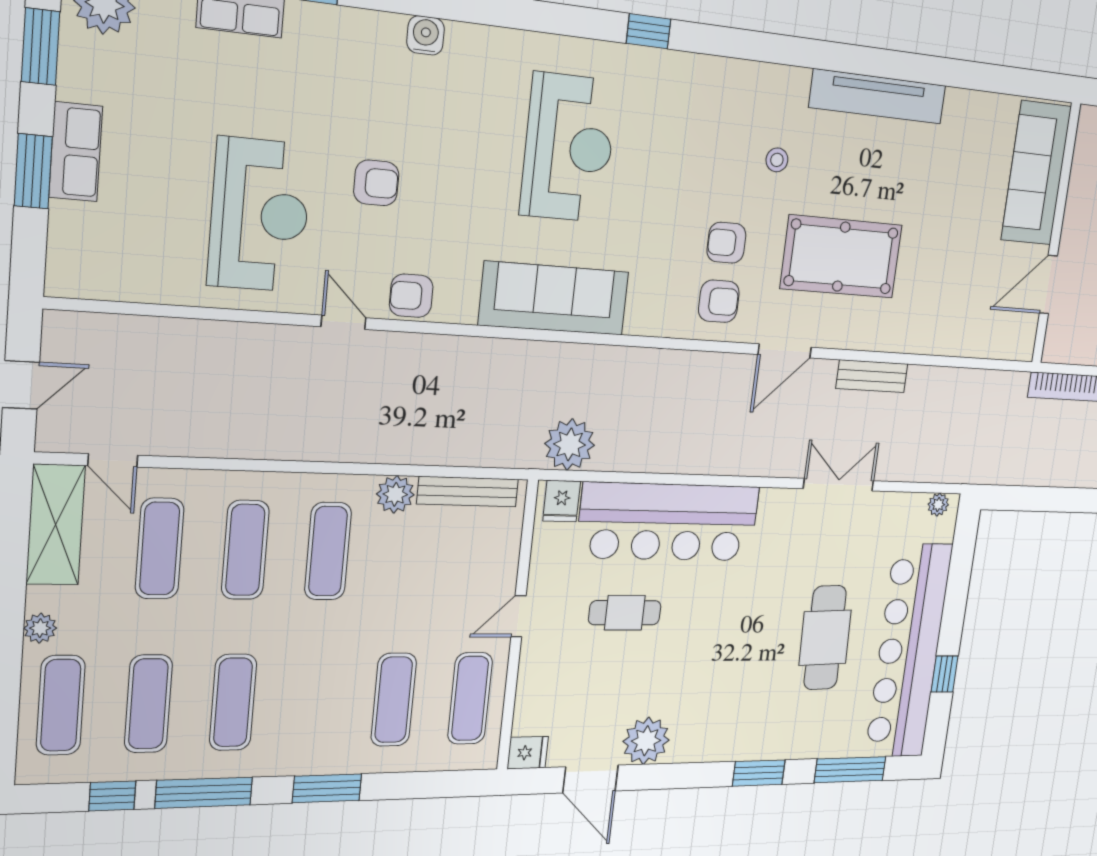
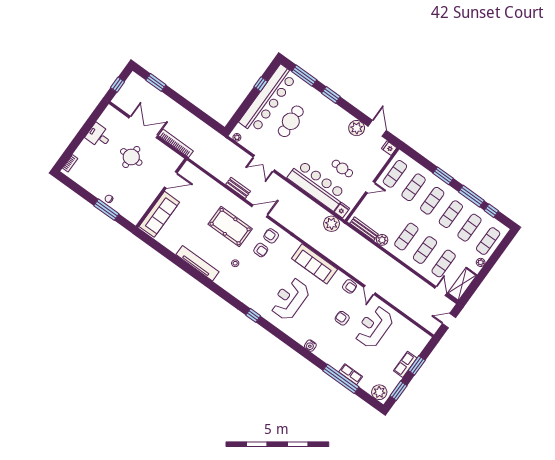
exercise mat: (315, 701) -> (432, 201), added

